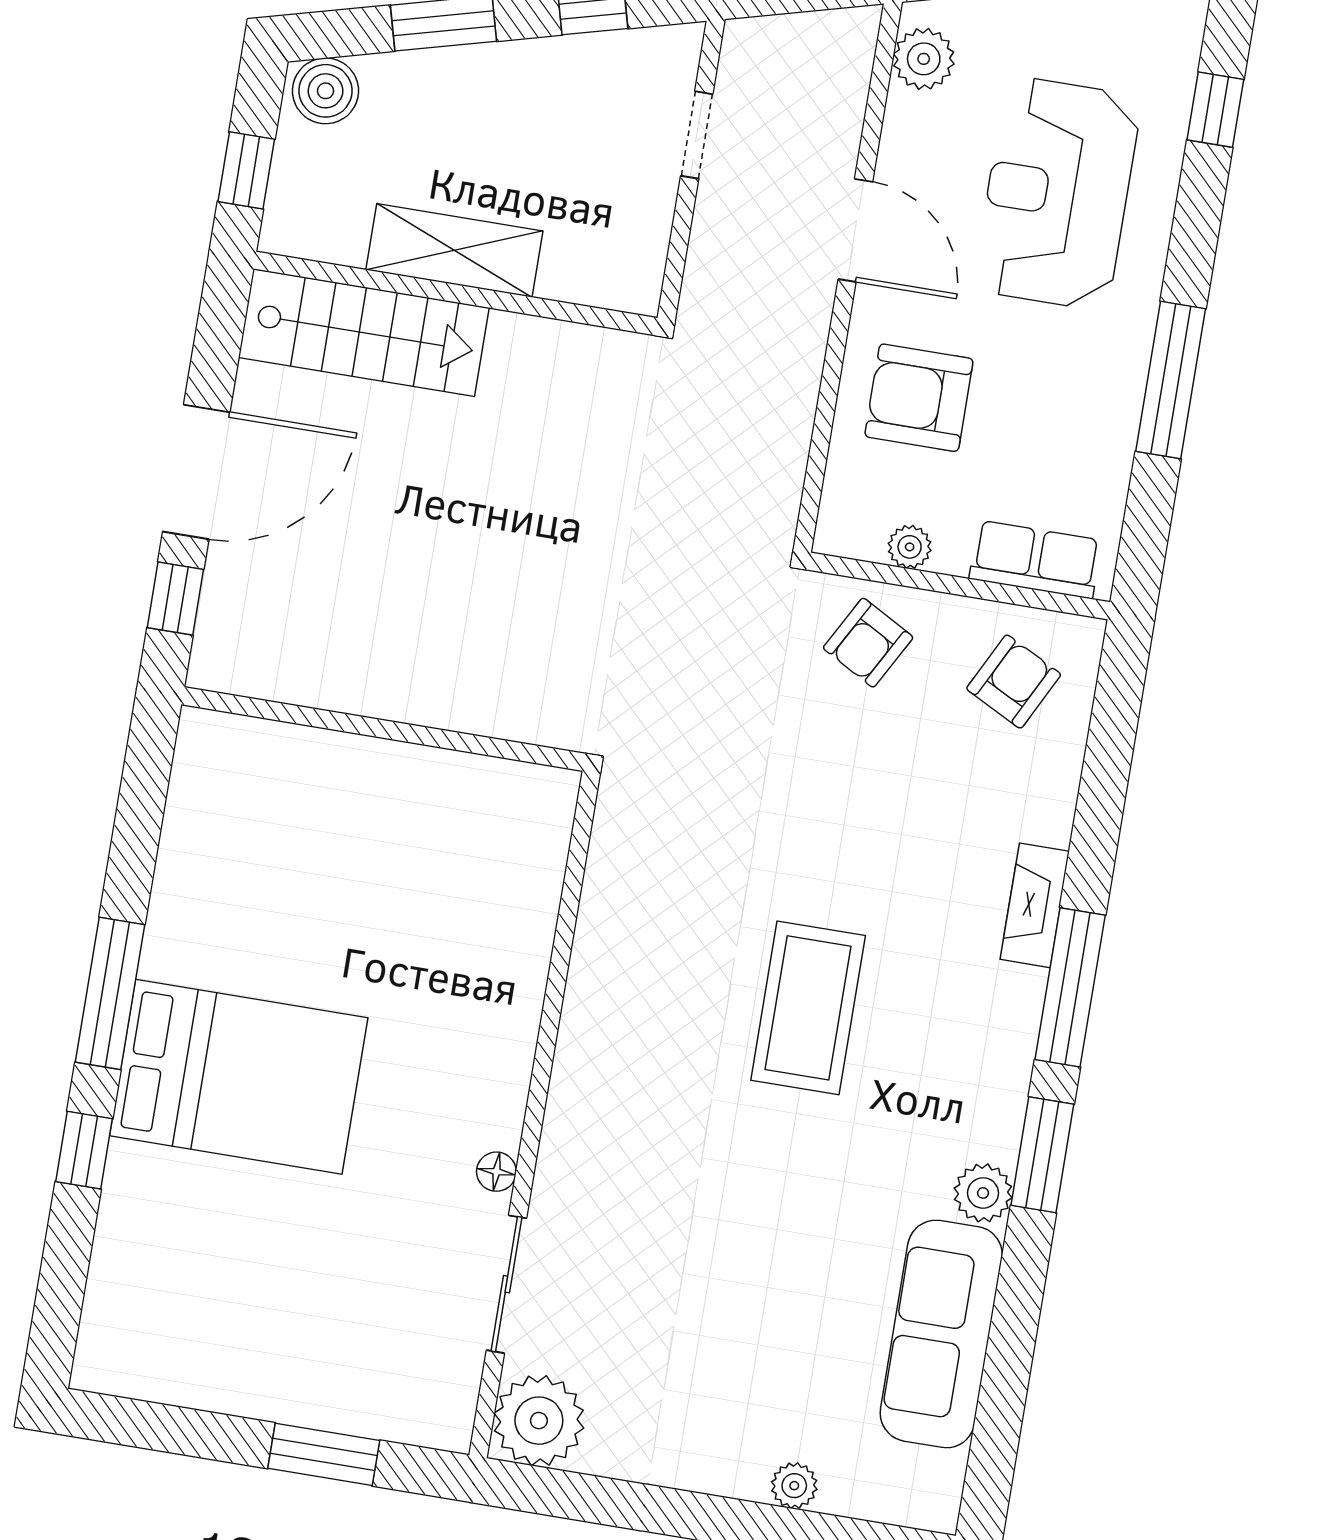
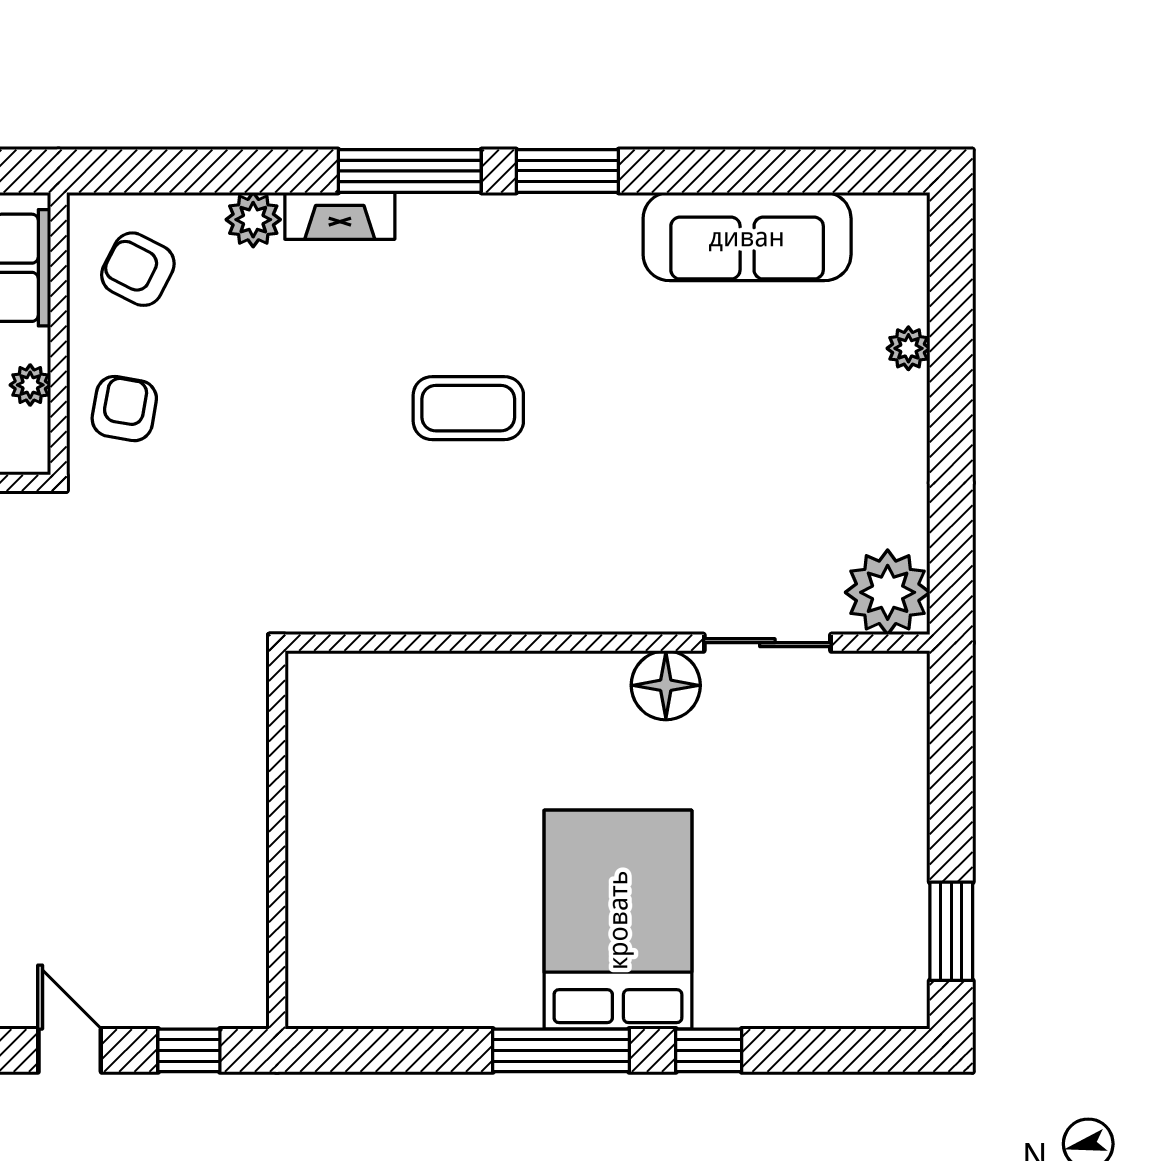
door: (196, 472) -> (70, 1050), width x0.53
armchair: (868, 643) -> (124, 409), turned -109
coffee table: (808, 1008) -> (468, 408), width x0.73, depth x0.76
floor lamp: (496, 1172) -> (666, 685), width x1.89, depth x1.89
plant: (983, 1193) -> (253, 220), moved
window: (324, 1454) -> (951, 931), moved

